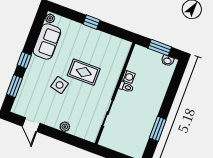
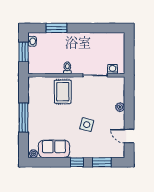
window: (92, 22) -> (24, 118), width x2.17
rug: (84, 72) -> (63, 92), moved
washing machine: (128, 77) -> (113, 69), moved
door: (31, 125) -> (129, 136), swing flipped
window: (158, 129) -> (56, 28), moved

